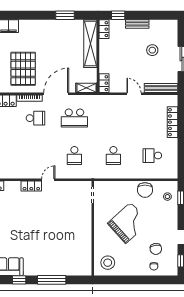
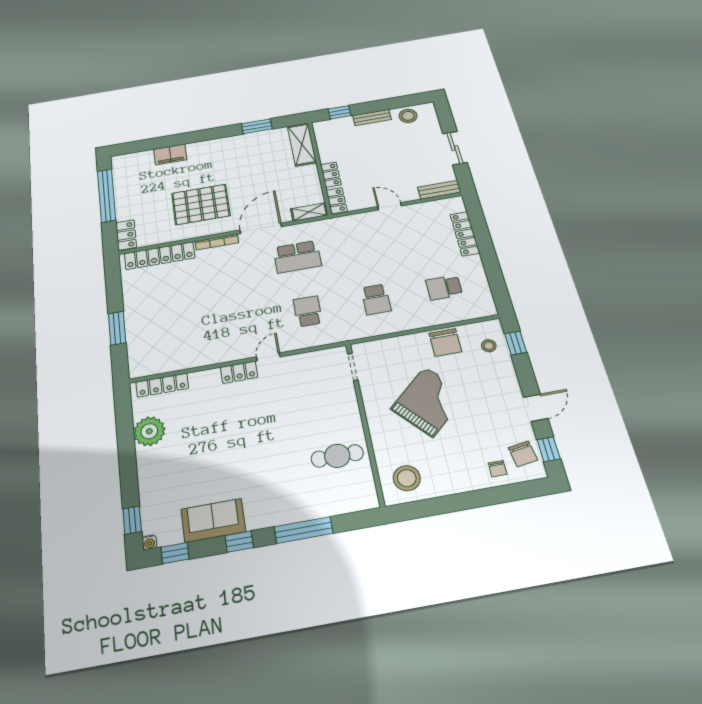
locker: (104, 29) -> (331, 175), moved
shelving: (90, 44) -> (302, 144), width x0.68
stool: (152, 50) -> (408, 116), moved
pallet: (23, 69) -> (201, 204), turned 90
bench: (161, 88) -> (439, 190), width x0.73
school desk: (35, 118) -> (231, 268), removed
school desk: (74, 156) -> (308, 311), turned 180
cafe table: (75, 244) -> (337, 456), added
chair: (156, 249) -> (523, 454), moved

